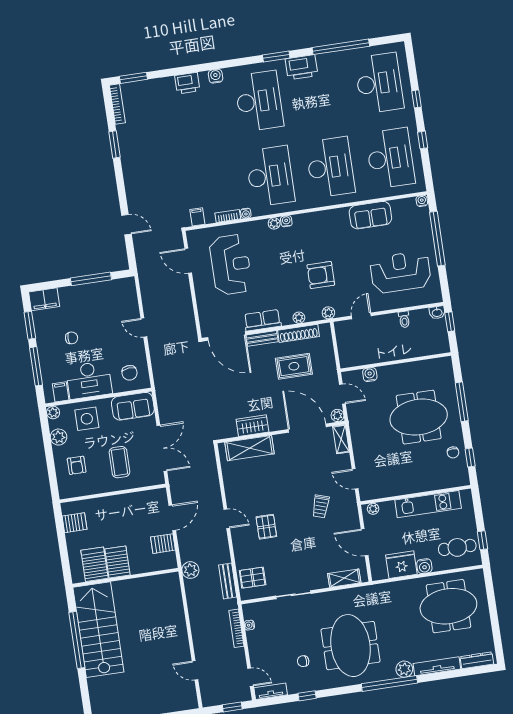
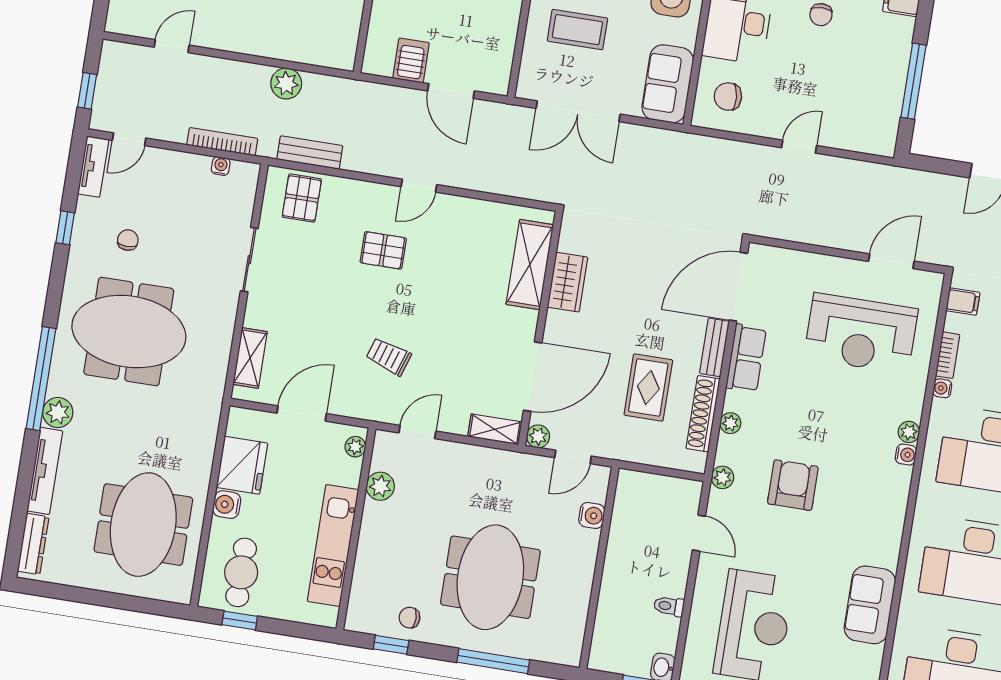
plant: (389, 489) -> (380, 486), added
plant: (190, 570) -> (286, 84), moved

